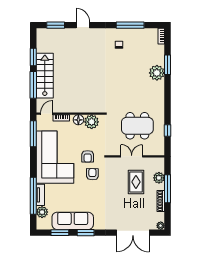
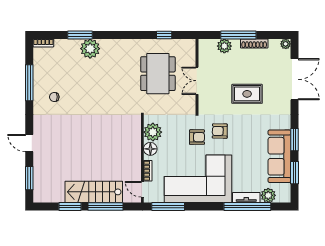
door: (83, 25) -> (29, 143), hinge flipped
rug: (136, 182) -> (247, 94), moved

